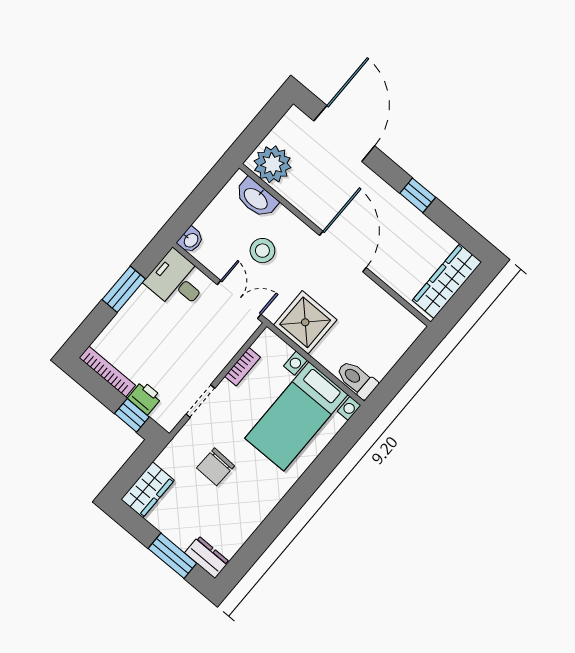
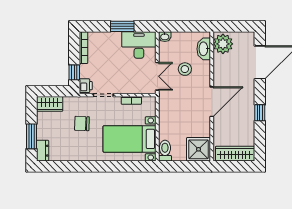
desk: (177, 281) -> (139, 45), width x1.37
shower: (305, 322) -> (199, 149), moved
printer: (145, 398) -> (86, 86), moved

